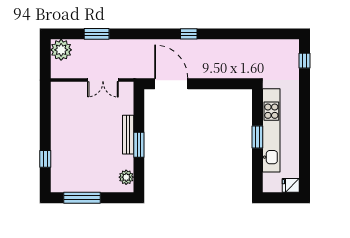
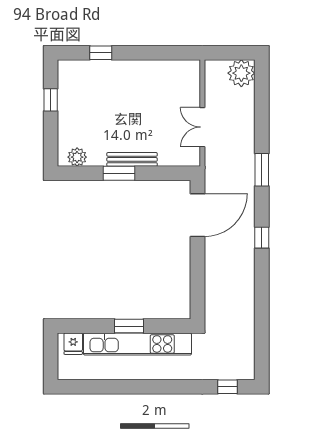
window: (97, 34) -> (262, 170), moved
fridge: (291, 185) -> (73, 344), moved, turned 180
window: (82, 198) -> (51, 100), width x0.46

